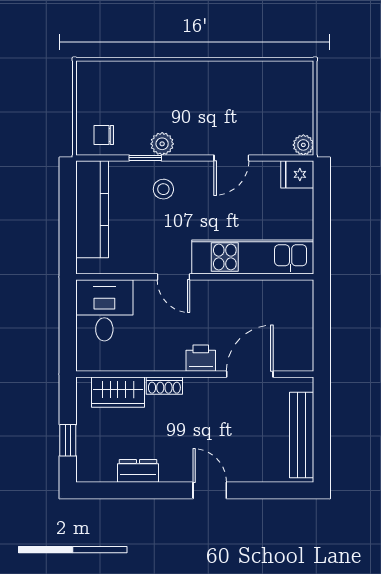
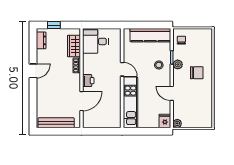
chair: (182, 98) -> (197, 73), added
door: (173, 277) -> (122, 69), swing flipped
desk: (104, 310) -> (95, 41), moved, turned 180
door: (250, 374) -> (81, 101), hinge flipped
dresser: (138, 471) -> (41, 40), moved
door: (210, 490) -> (33, 71), moved

